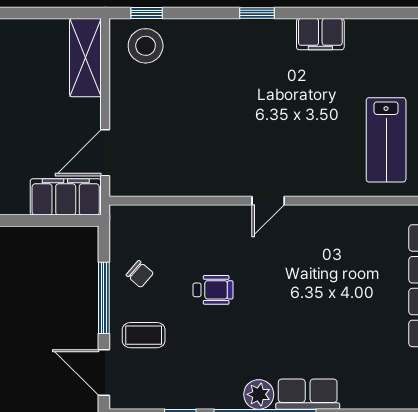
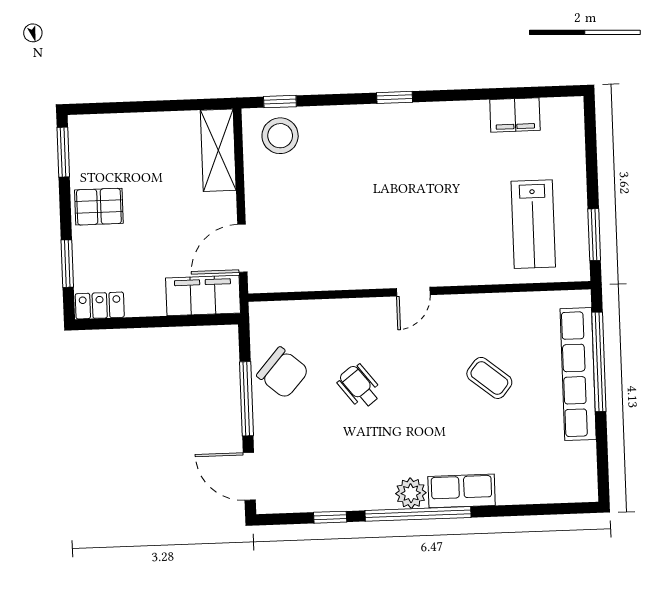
filing cabinet: (320, 34) -> (515, 115), moved
chair: (140, 274) -> (283, 373), width x1.87, depth x1.87
wheelchair: (213, 290) -> (359, 386), turned -128
coffee table: (144, 335) -> (489, 378), moved, turned 39

